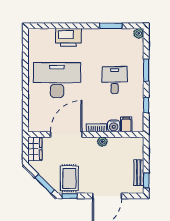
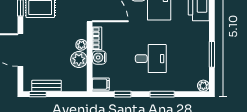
filing cabinet: (126, 124) -> (101, 84), moved
plant: (115, 144) -> (79, 60), added

